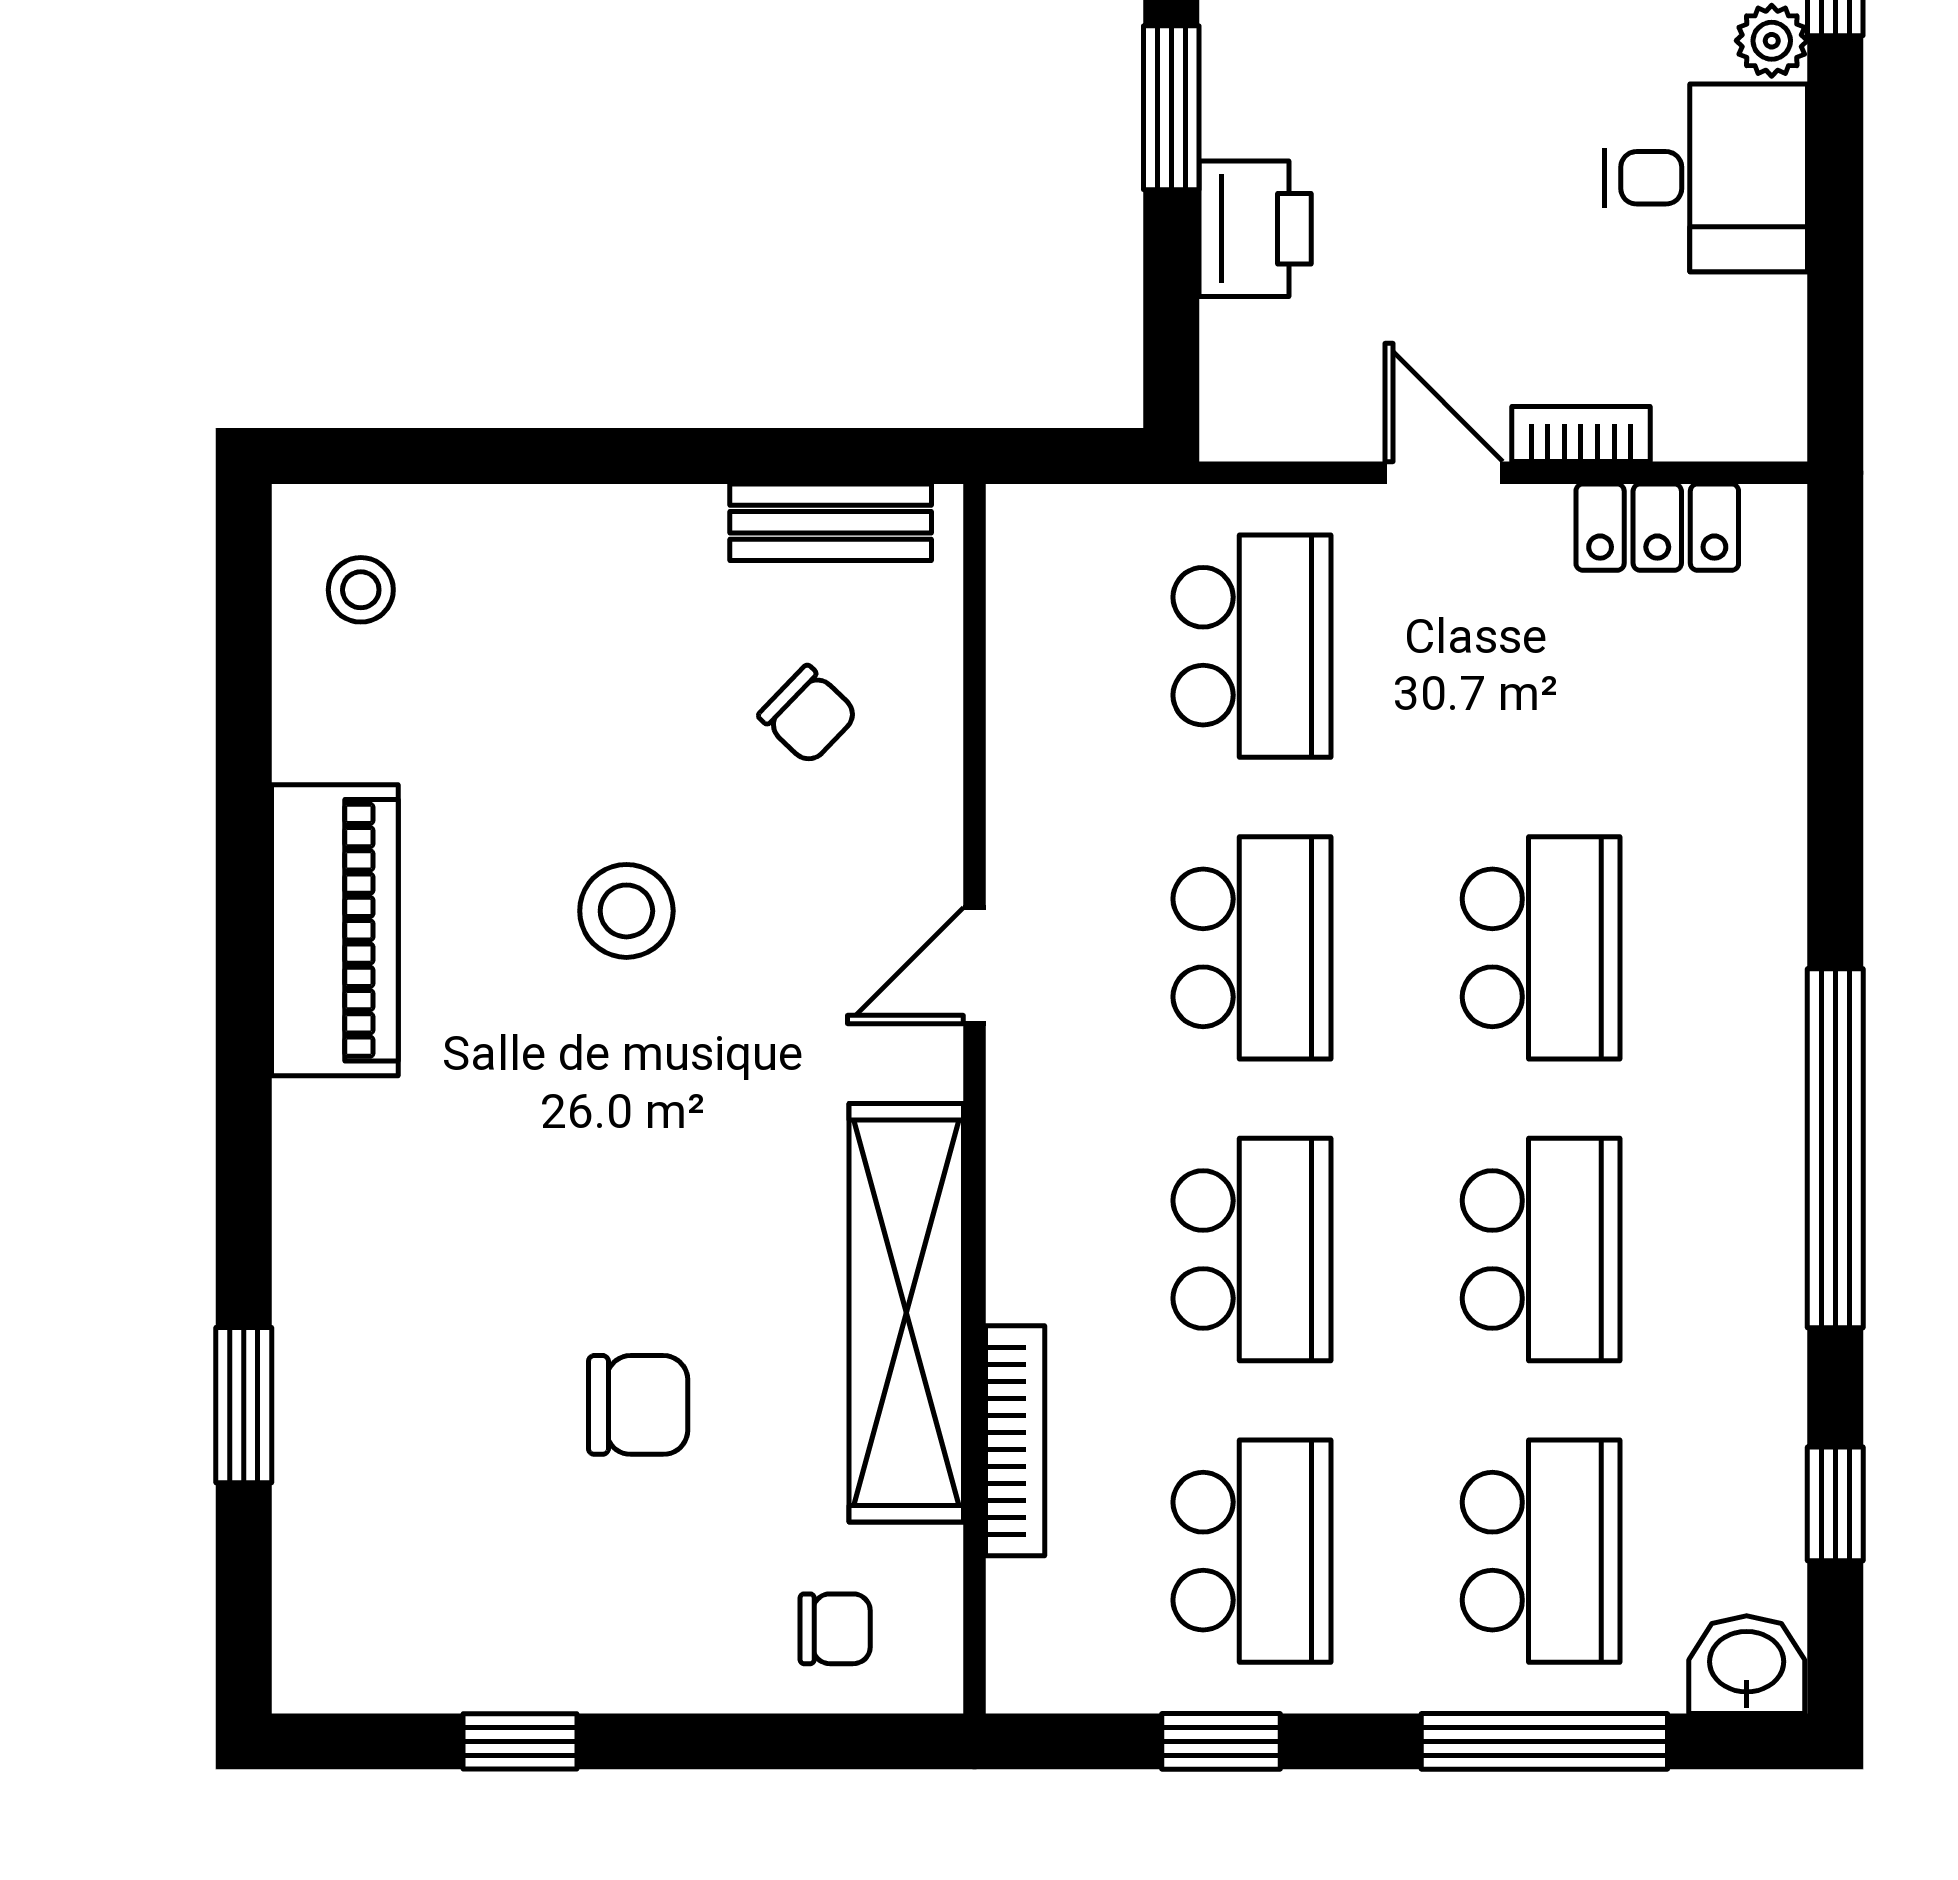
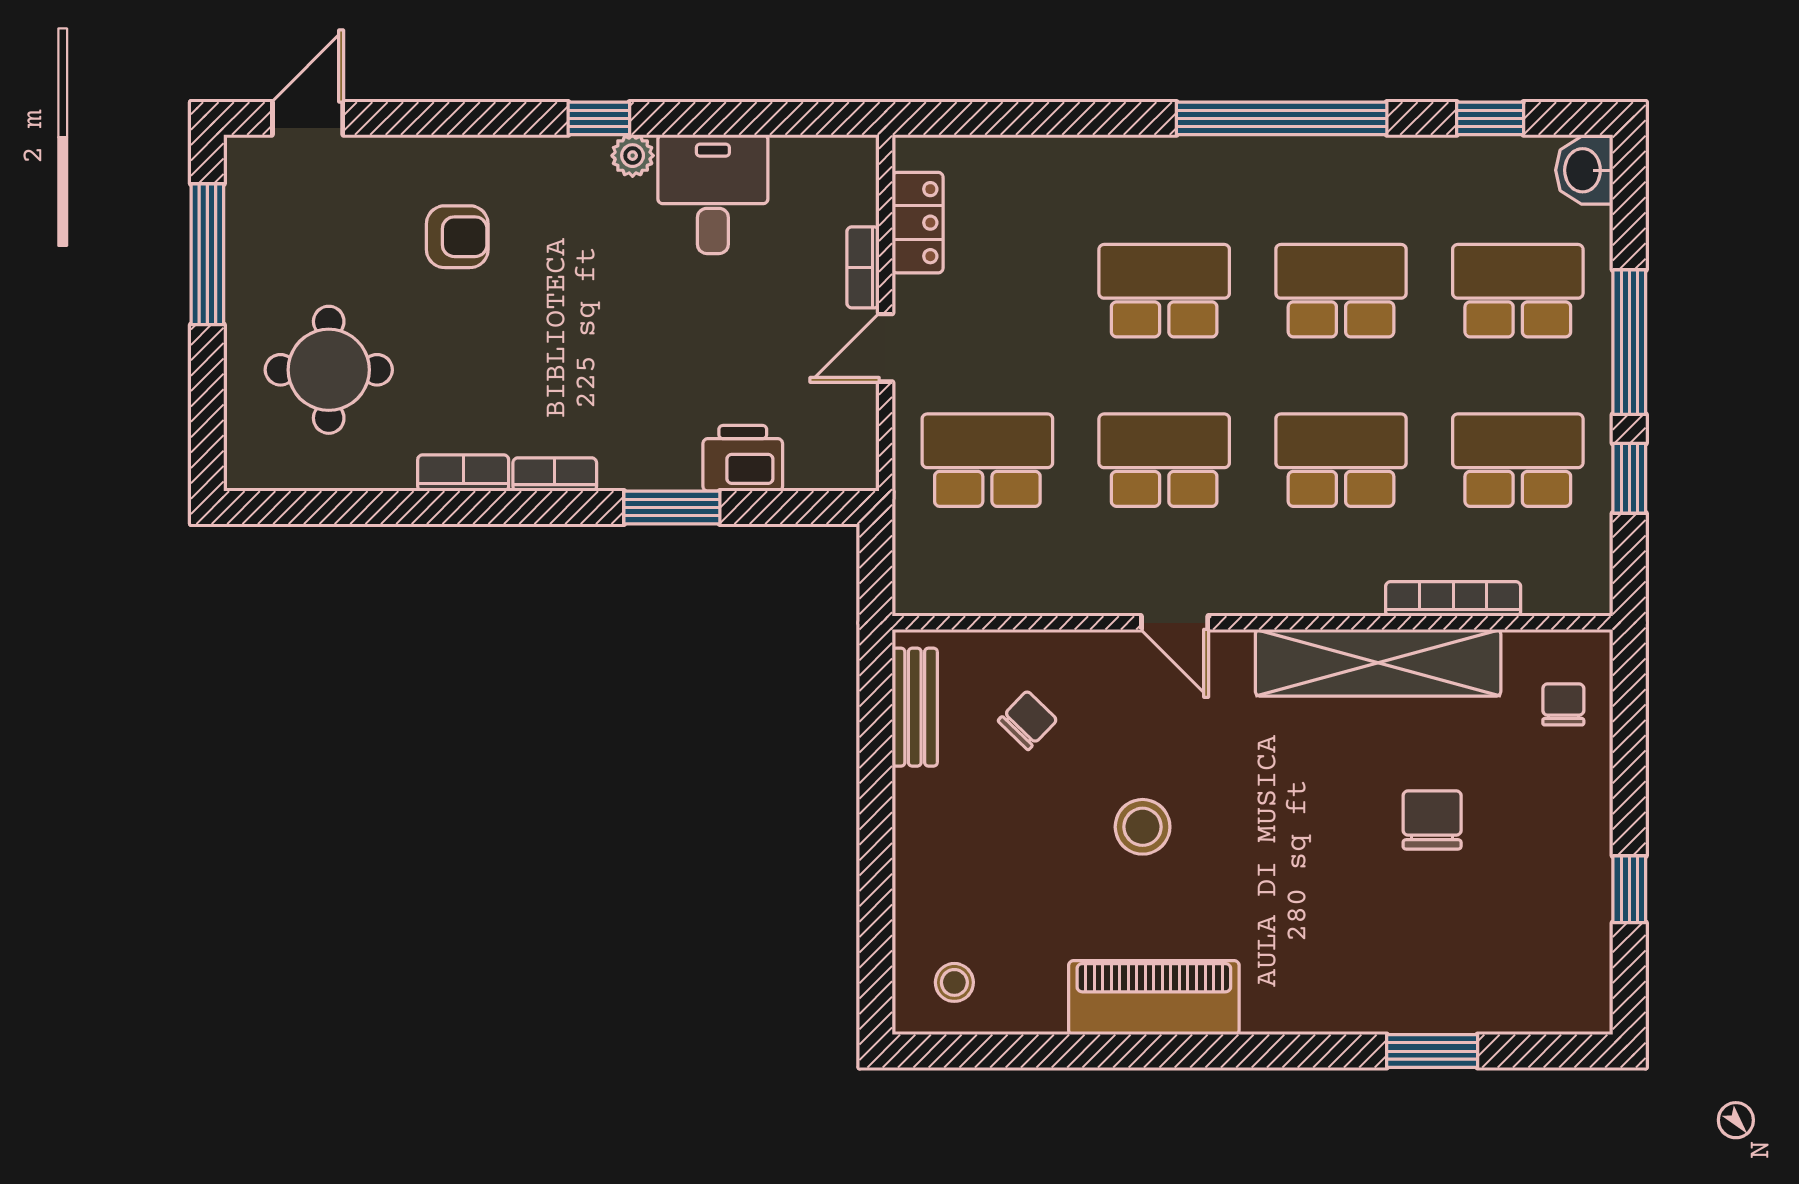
window: (1544, 1741) -> (1629, 342), moved

